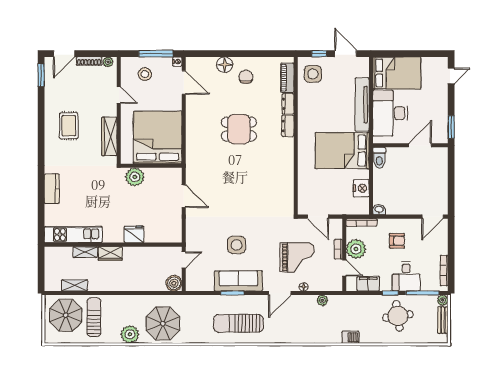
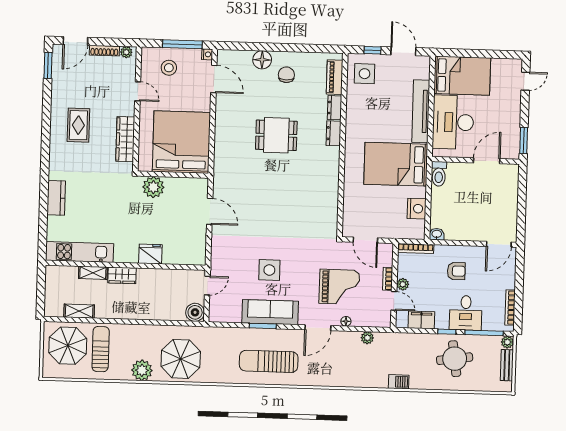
plant: (356, 249) -> (403, 284), width x0.53, depth x0.53

